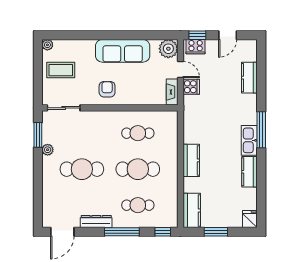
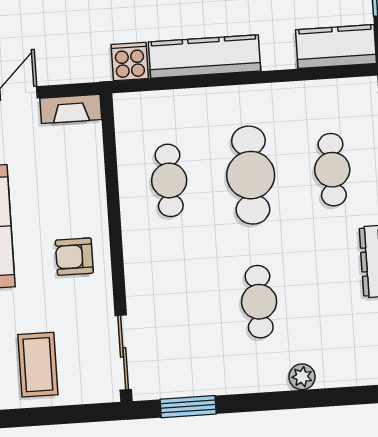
cooker: (191, 87) -> (130, 61), moved
plant: (48, 150) -> (302, 377), moved
kitchen counter: (191, 160) -> (204, 57), width x1.50
cafe table: (82, 169) -> (259, 302), width x0.73, depth x0.74

